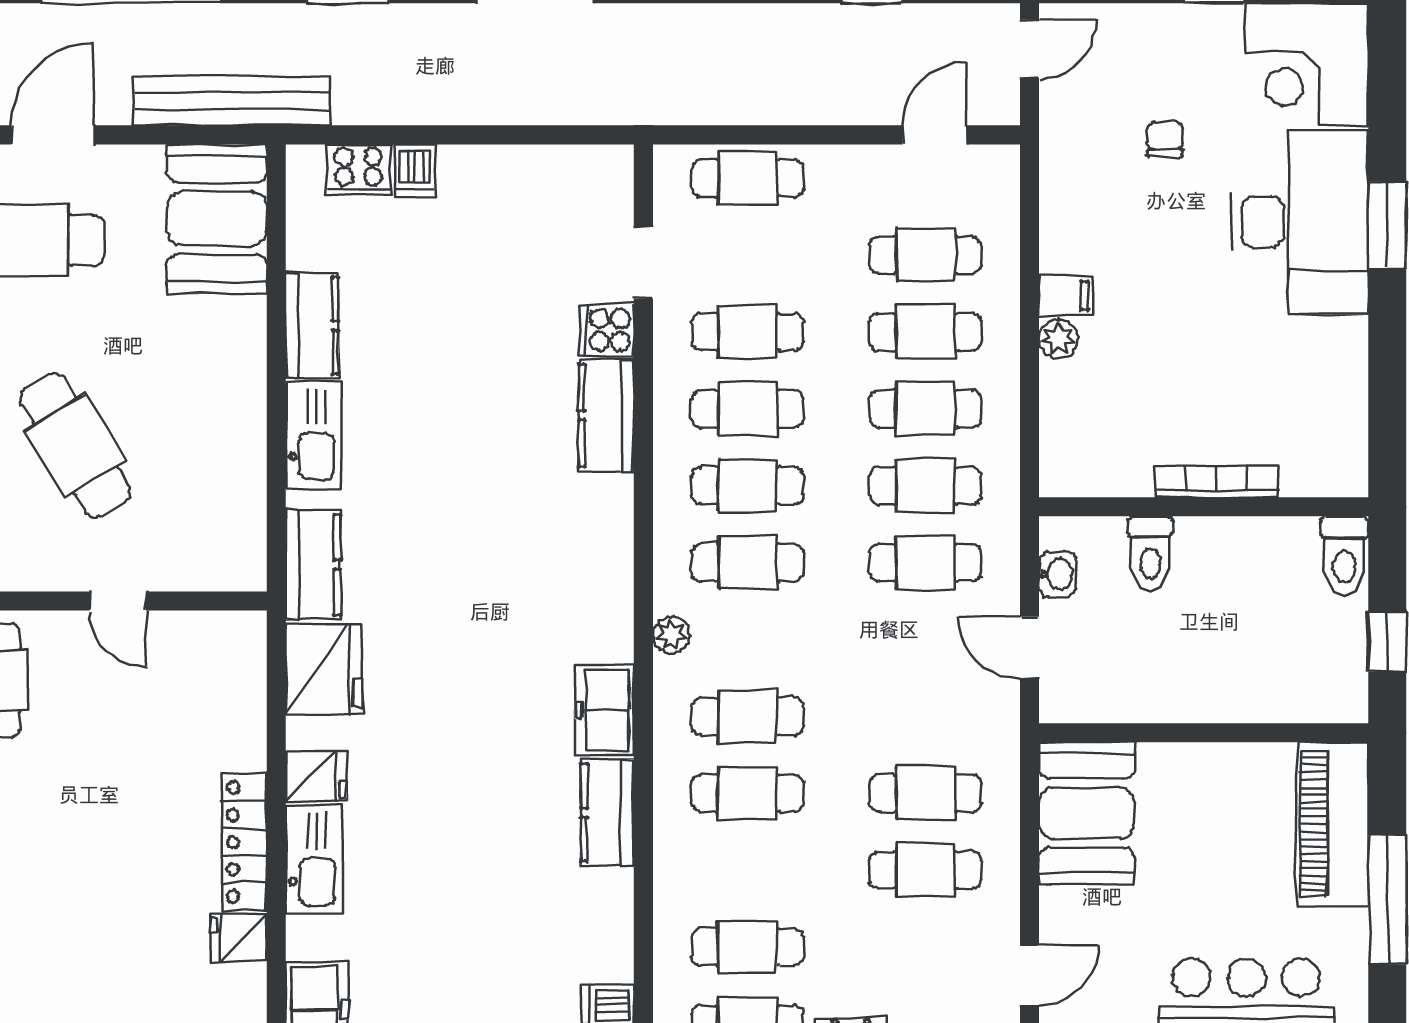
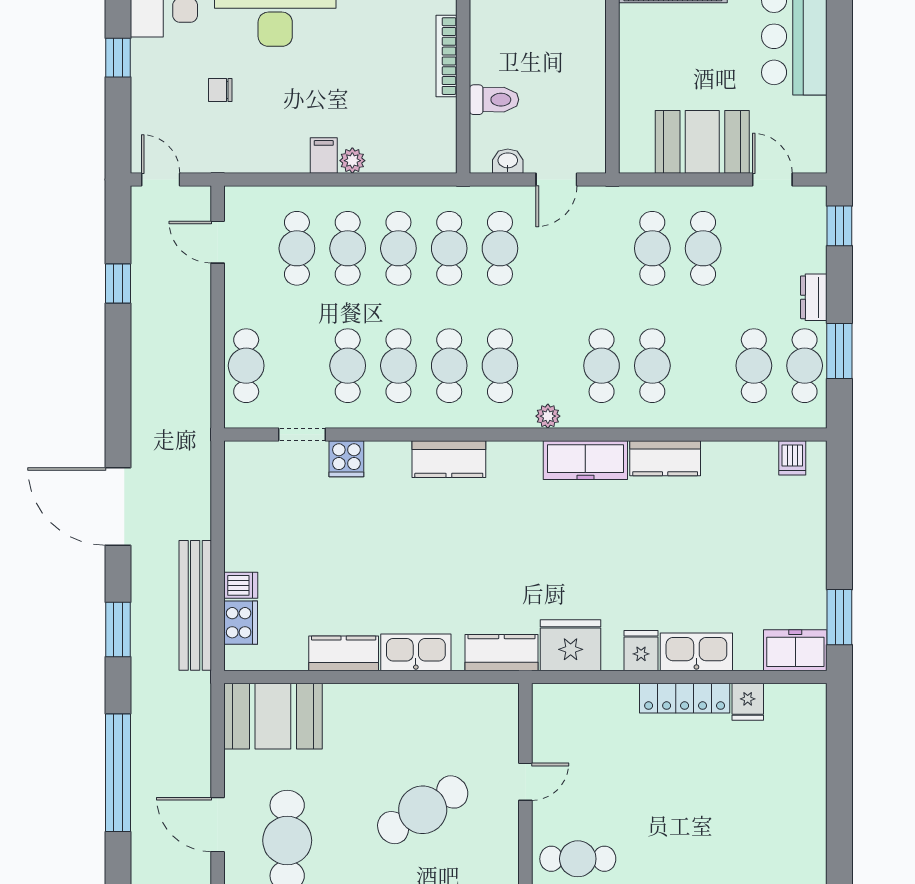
bench: (232, 101) -> (195, 605), moved
kitchen counter: (606, 416) -> (449, 459), moved
freezer: (604, 710) -> (585, 460), width x1.40
booth: (1086, 813) -> (702, 142), moved

